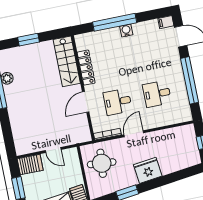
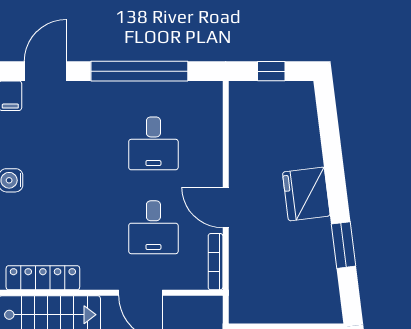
locker: (86, 68) -> (43, 278), moved
round table: (102, 163) -> (273, 285), removed

